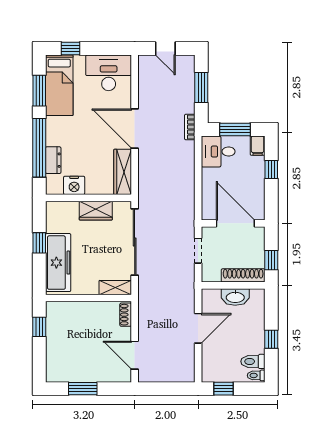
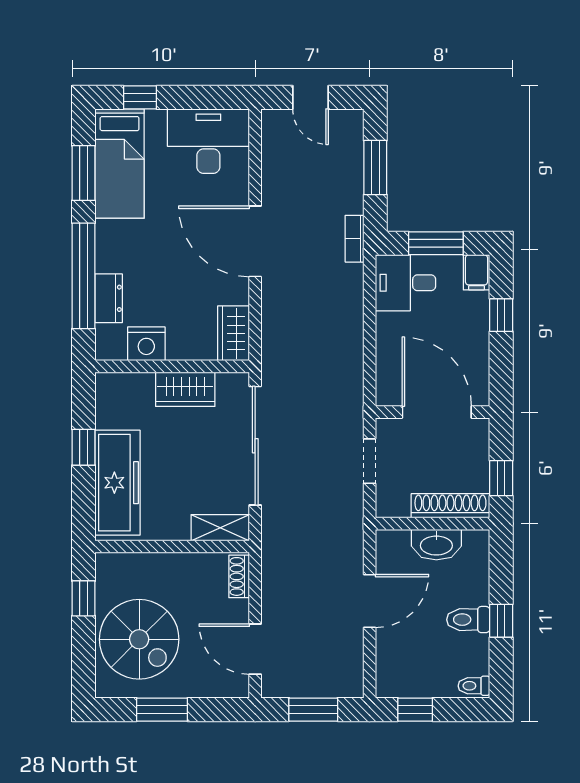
wardrobe: (123, 172) -> (234, 333), width x0.67
spiral stairs: (70, 350) -> (139, 639), added
toilet: (253, 361) -> (468, 620), moved
window: (167, 389) -> (313, 710), added

